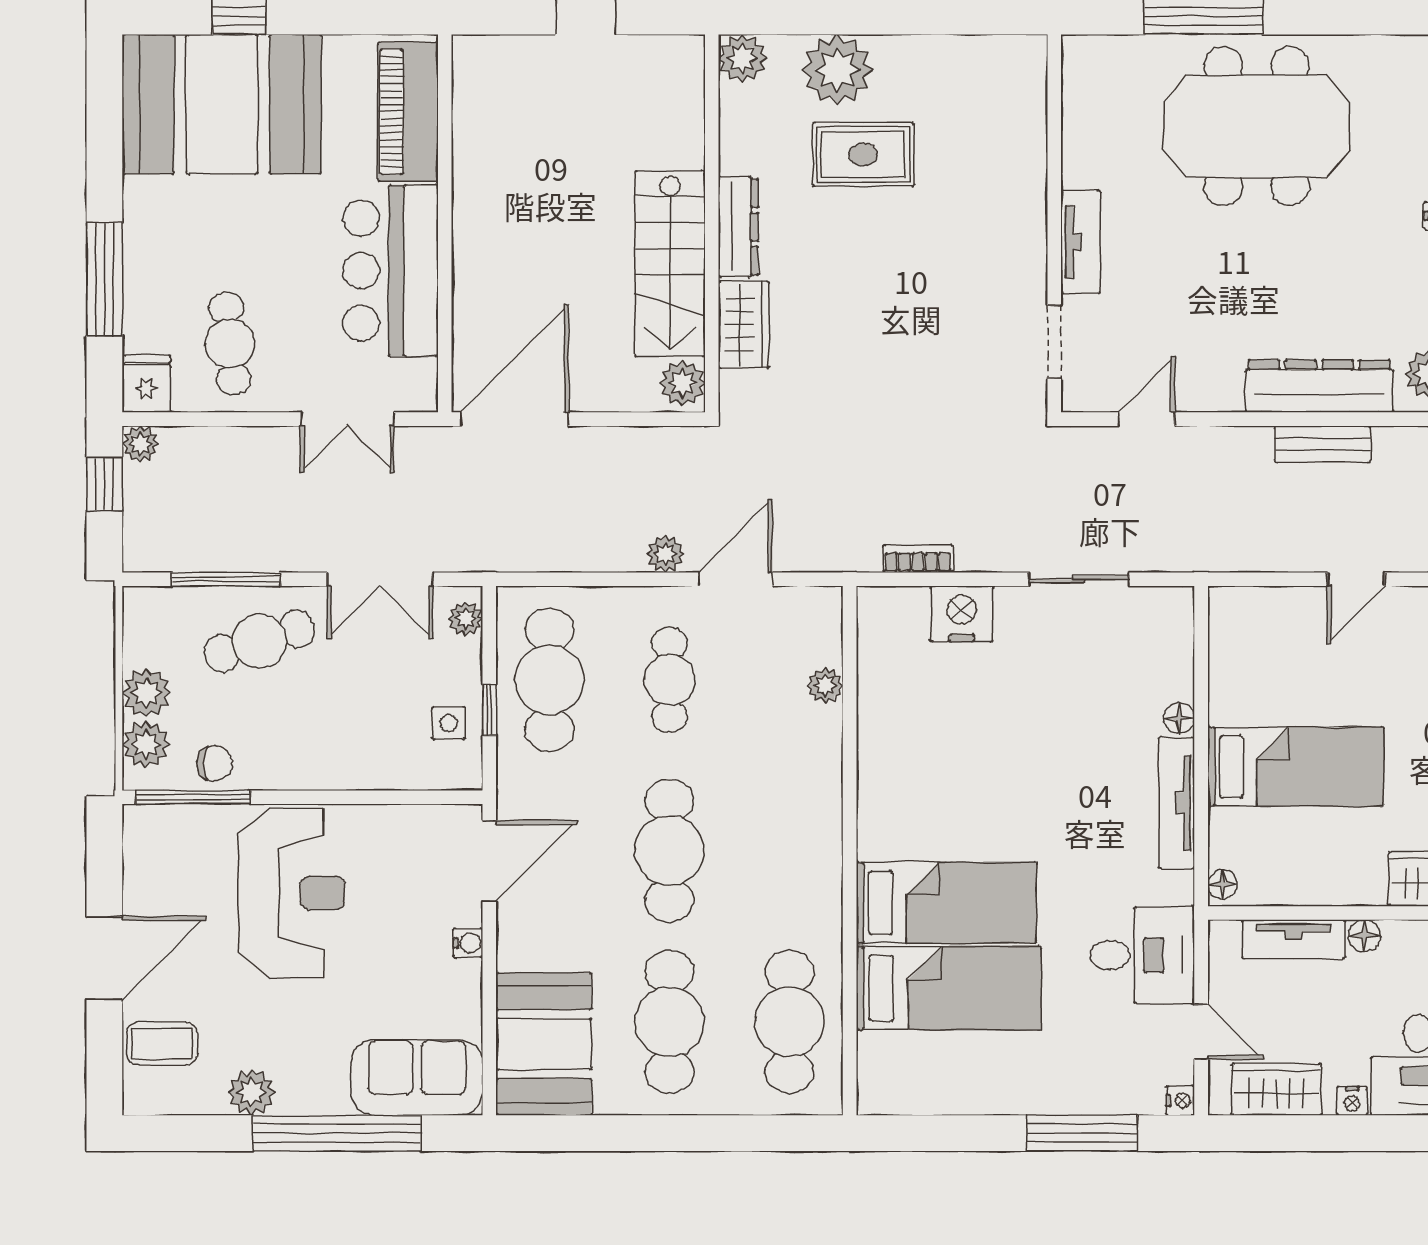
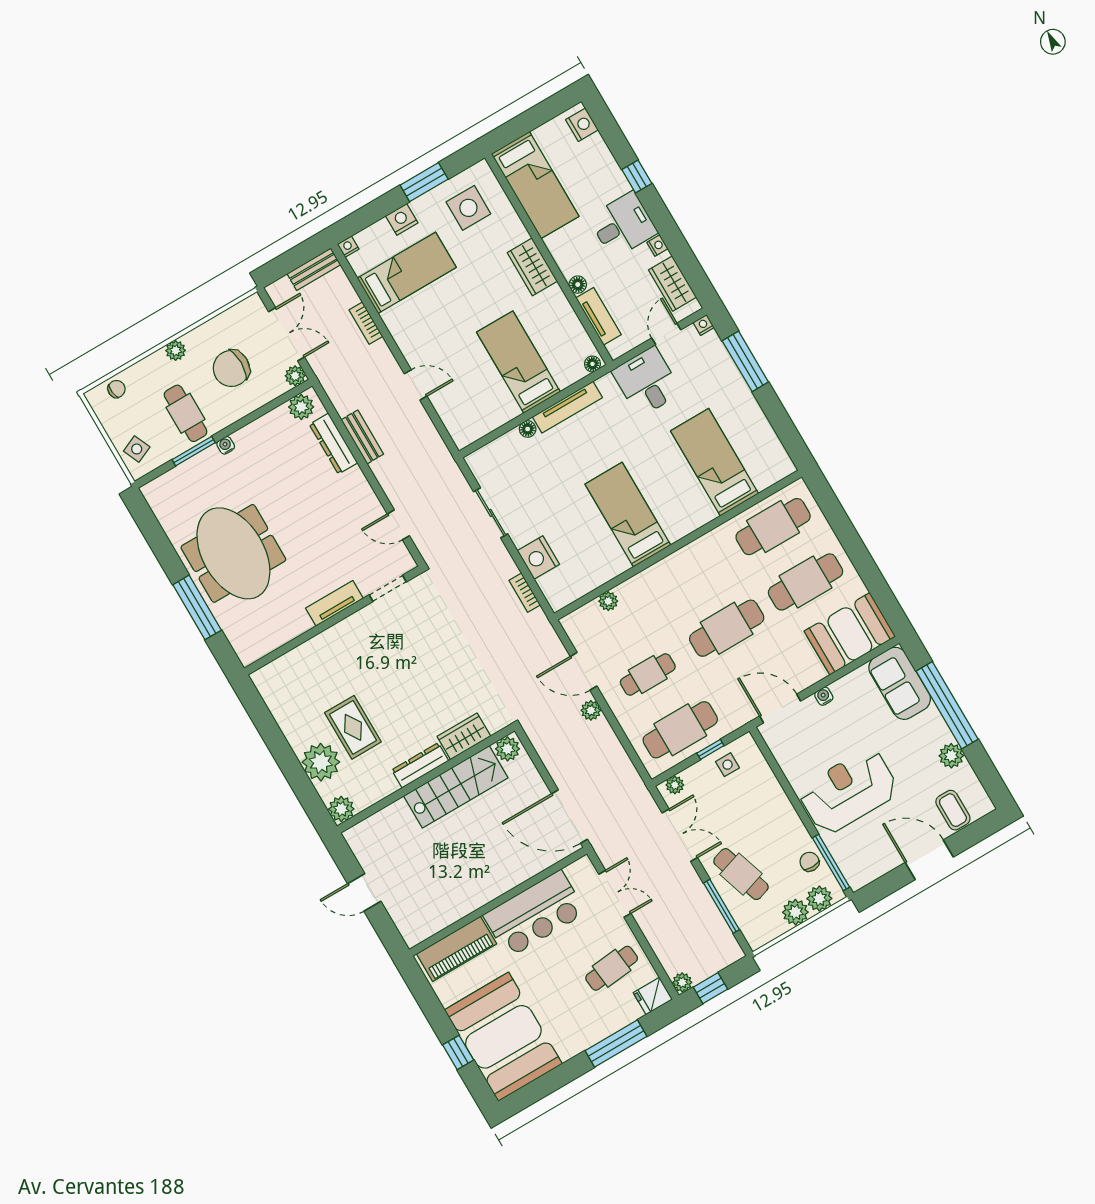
dresser: (1319, 386) -> (333, 444), width x0.73, depth x0.80
bed: (946, 903) -> (628, 515), moved

